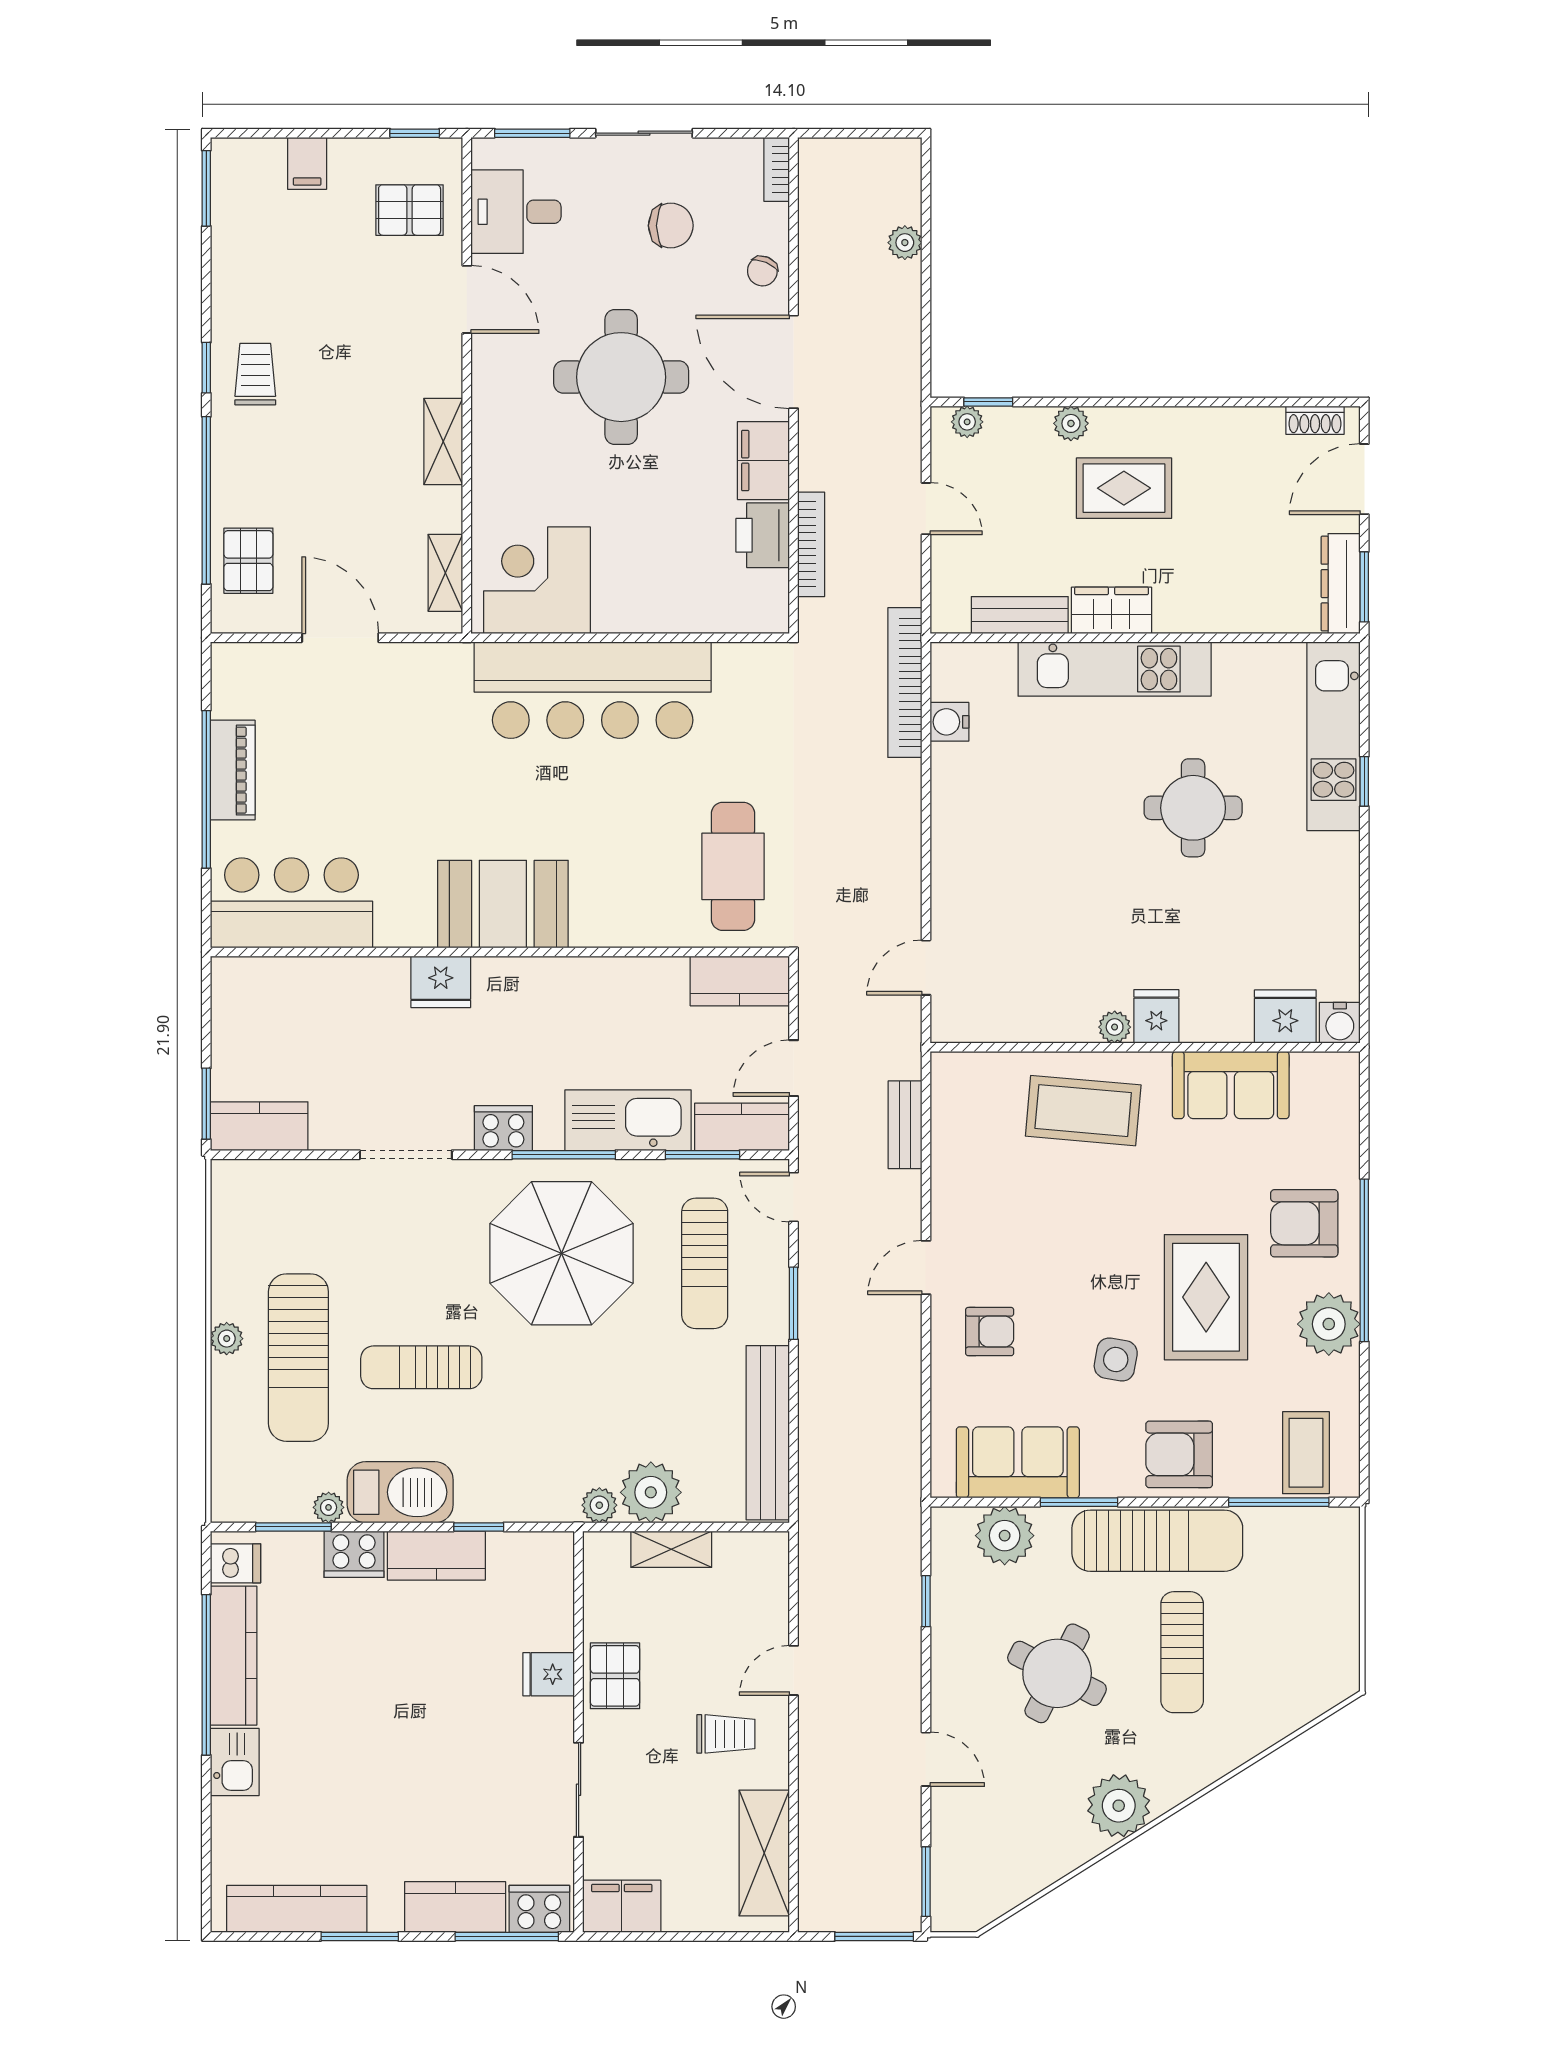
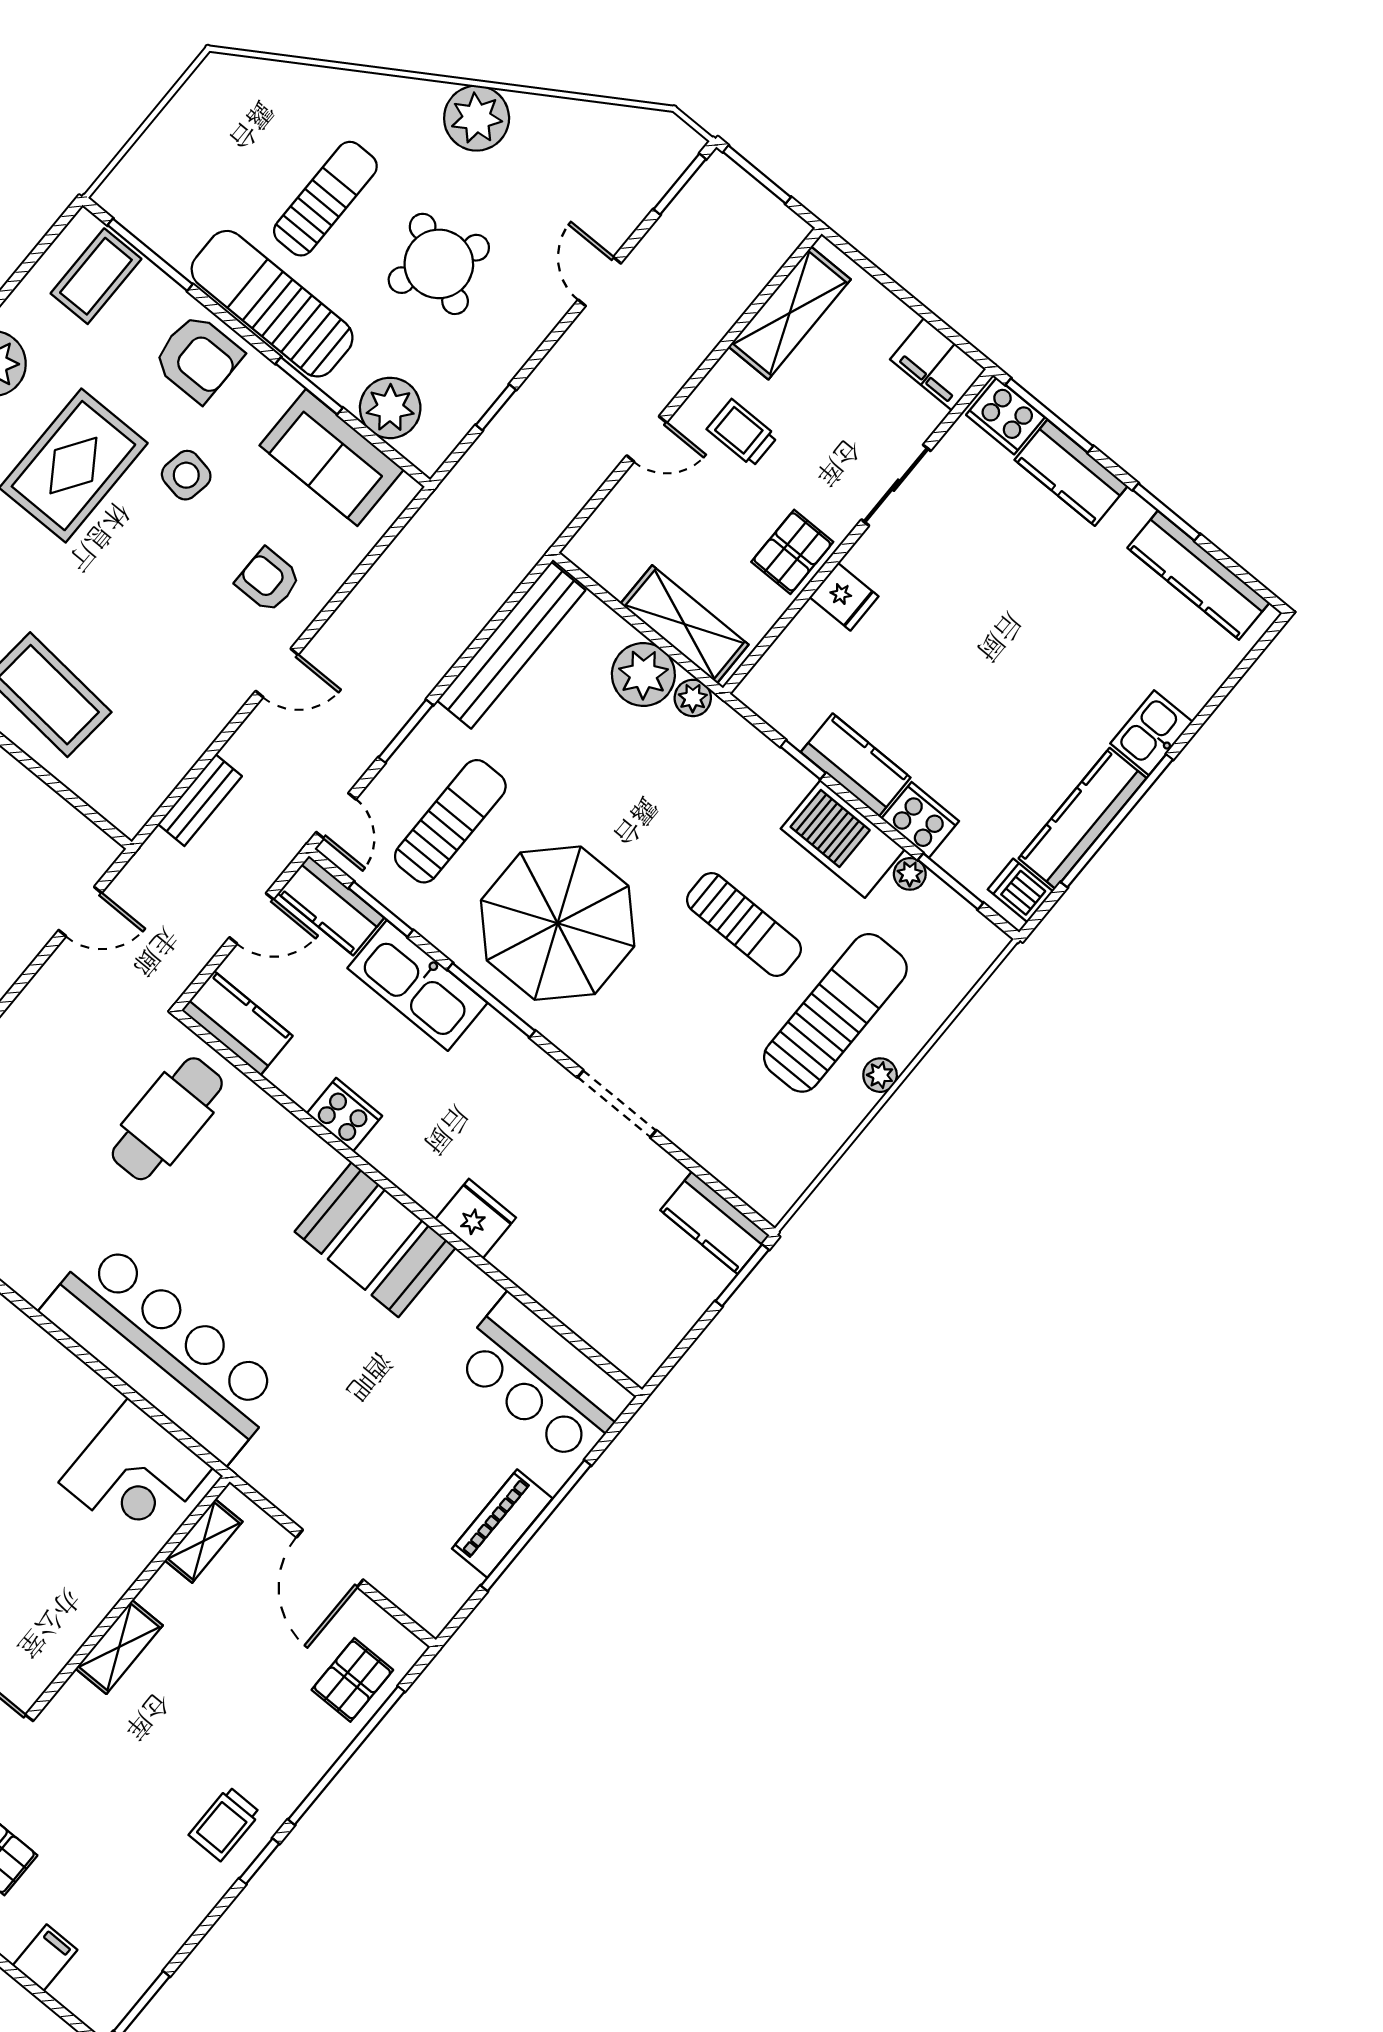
cooker: (503, 1128) -> (344, 1115), moved, turned 180
shelving: (671, 1549) -> (685, 624), width x1.50, depth x1.33

